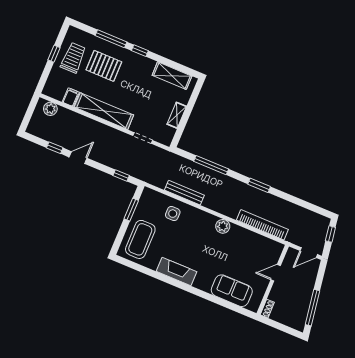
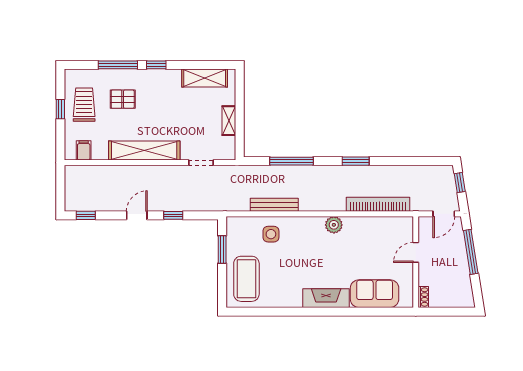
pallet: (104, 66) -> (123, 99), width x0.67, depth x0.71
filing cabinet: (71, 97) -> (84, 150), moved
plant: (50, 109) -> (82, 173), removed
window: (55, 148) -> (86, 215), moved
window: (121, 176) -> (173, 215), moved
fireplace: (177, 271) -> (326, 298), moved
window: (313, 308) -> (471, 252), moved

